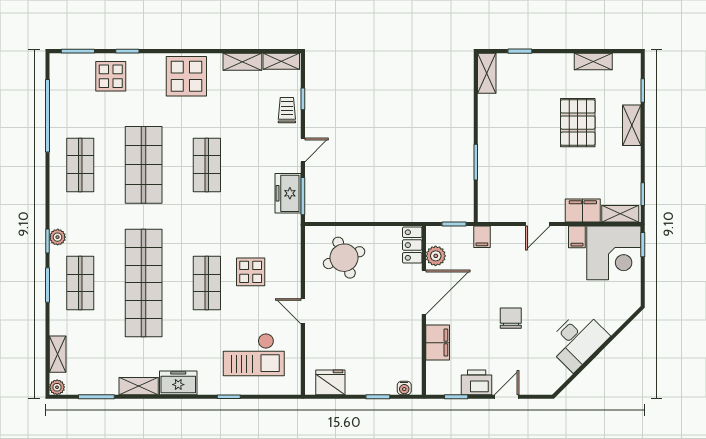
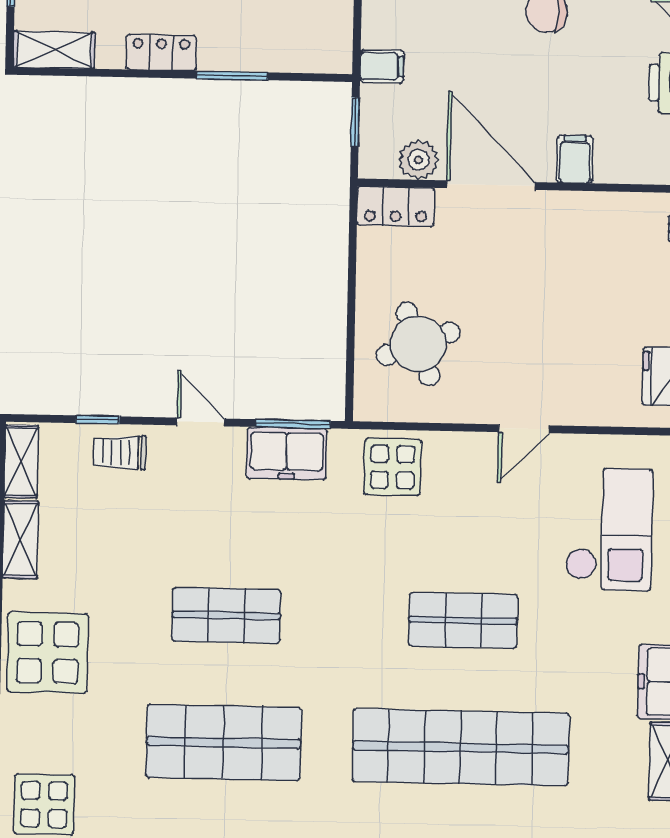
locker: (486, 127) -> (161, 53), added
display table: (251, 272) -> (392, 467), moved
filing cabinet: (438, 343) -> (575, 159), width x0.50

